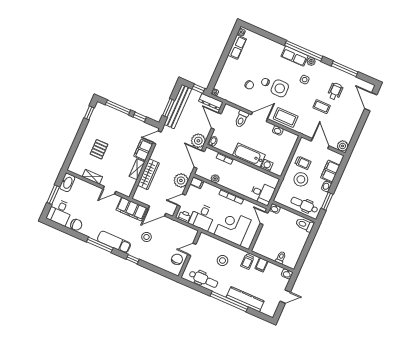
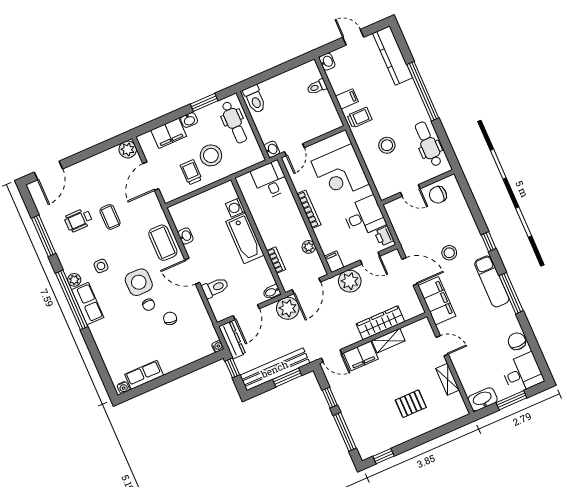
kitchen counter: (245, 299) -> (393, 55), moved

